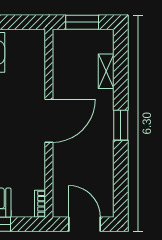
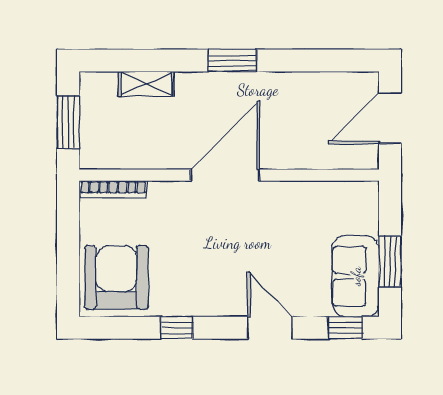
door: (49, 121) -> (225, 175), hinge flipped
bookcase: (40, 204) -> (113, 189), moved, width x1.56

